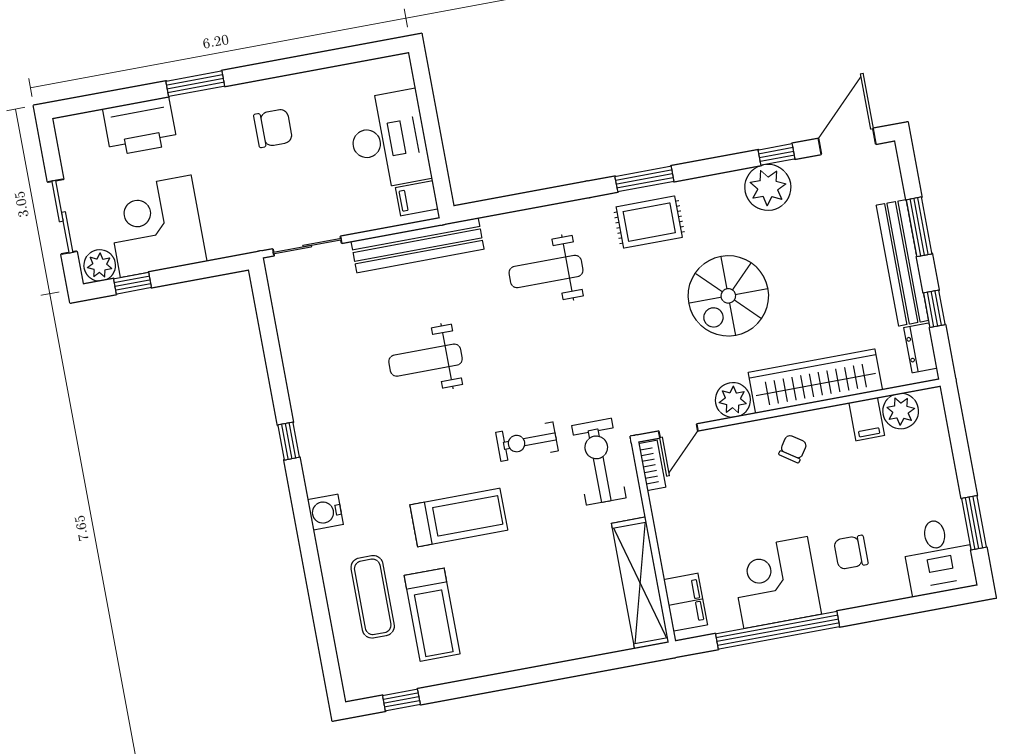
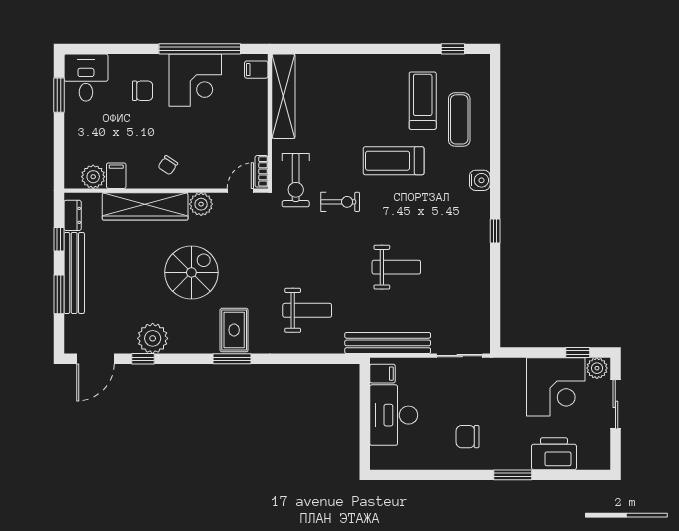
rug: (649, 222) -> (234, 330), turned 90
filing cabinet: (685, 602) -> (256, 70), width x0.50

